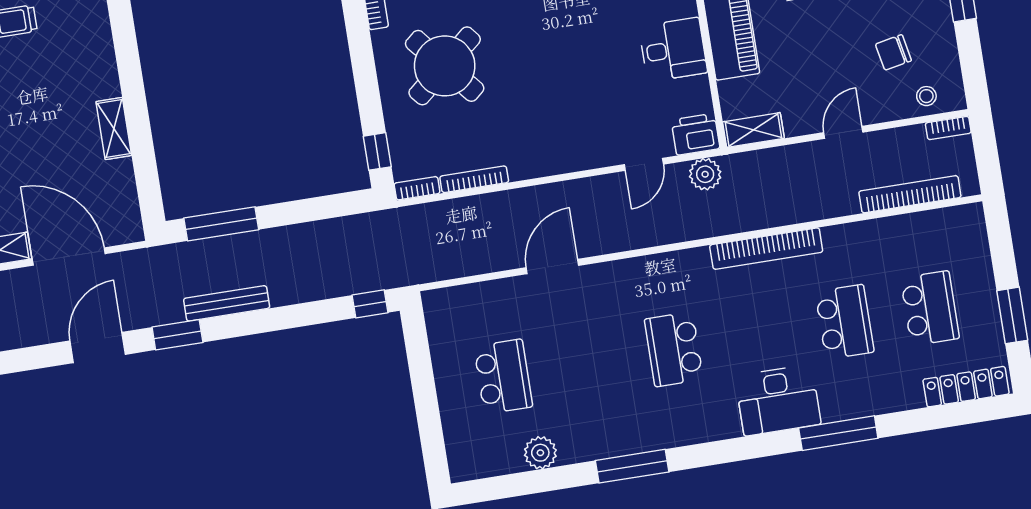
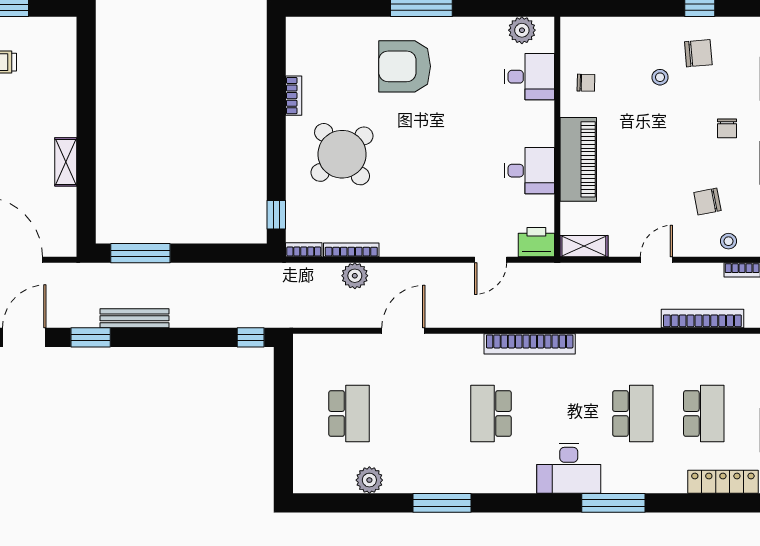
plant: (705, 174) -> (355, 276), moved
bookcase: (766, 249) -> (530, 344), moved

